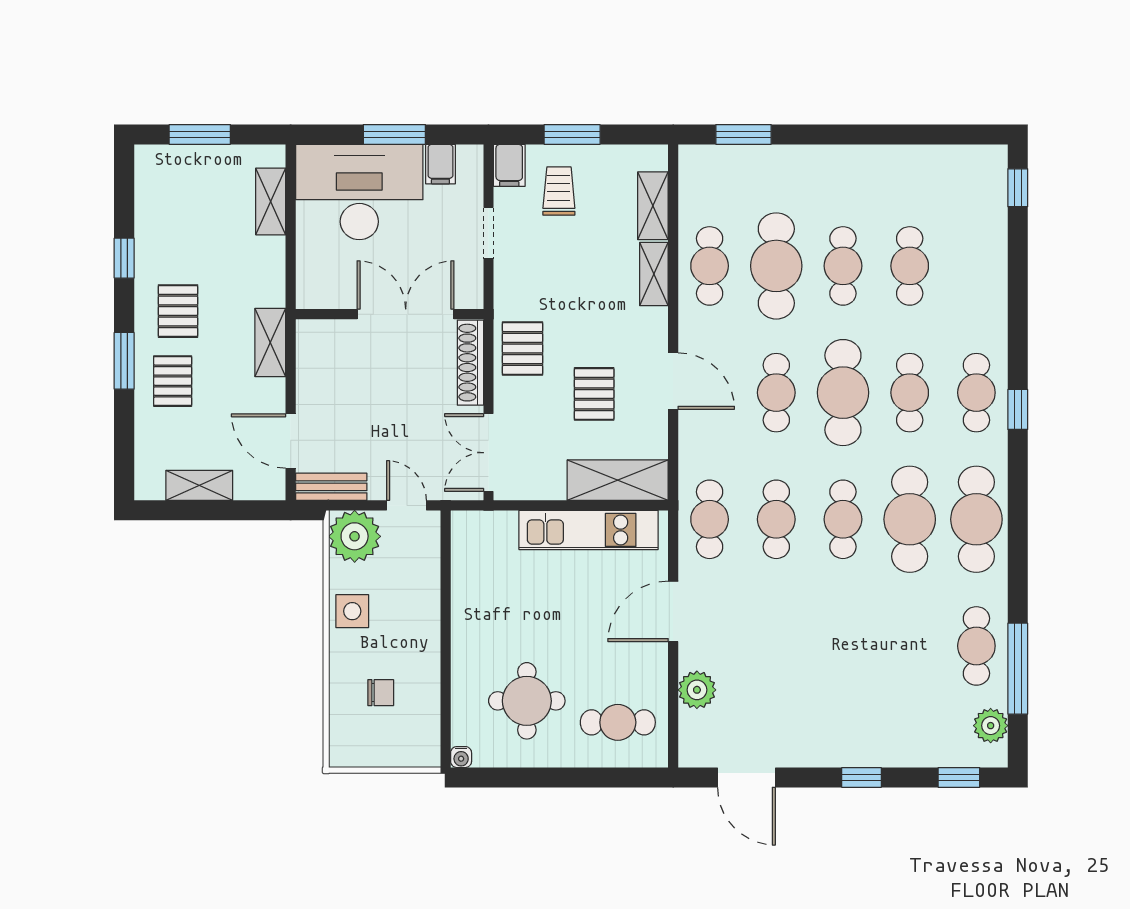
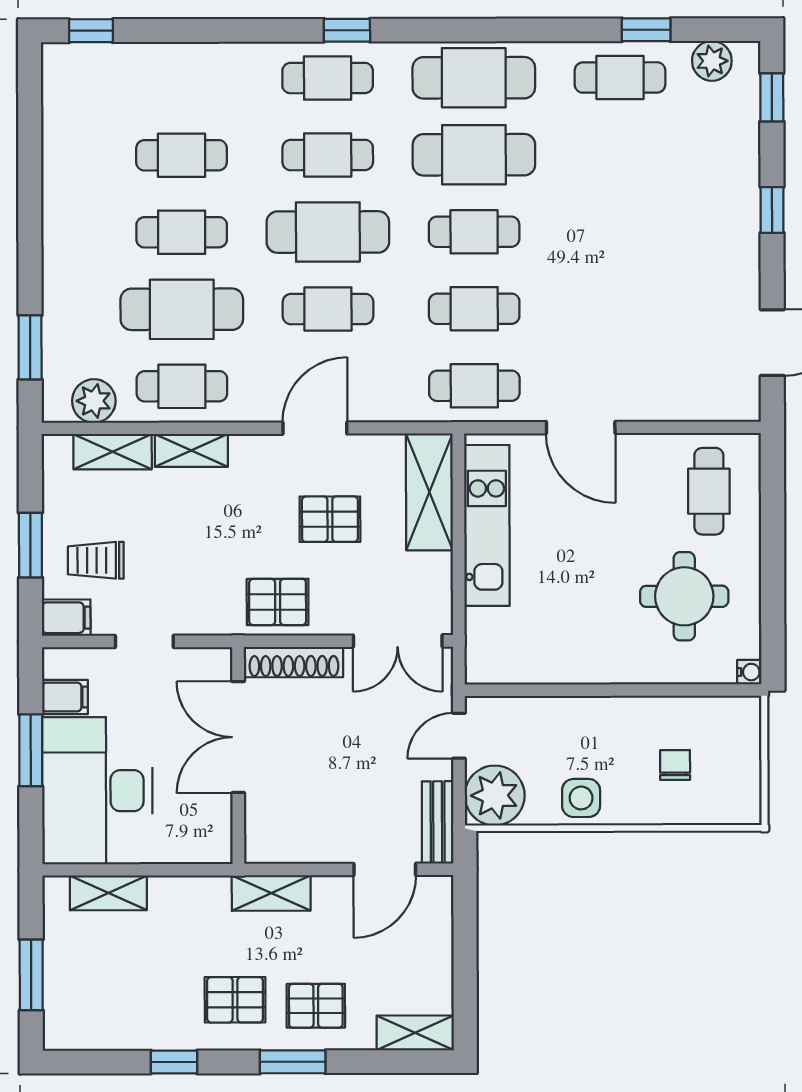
shelving: (199, 485) -> (415, 1033), moved, turned 90
window: (1018, 669) -> (646, 30), width x0.46
plant: (697, 690) -> (94, 401), moved

